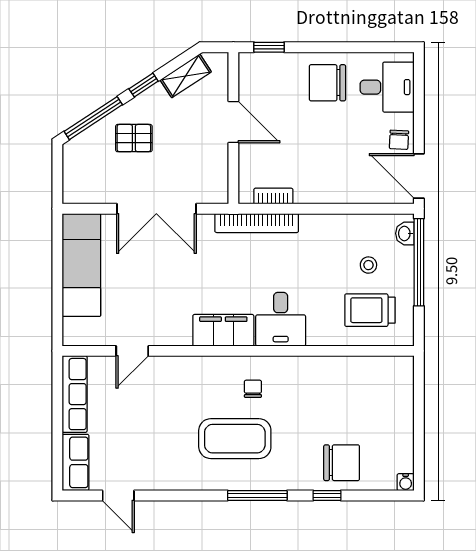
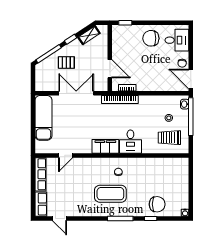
door: (233, 122) -> (110, 69), moved
double door: (156, 209) -> (76, 93), swing flipped

